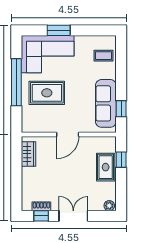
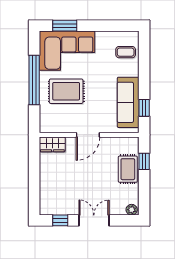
window: (59, 30) -> (65, 26), moved
wardrobe: (29, 154) -> (52, 144), moved, turned 90
shoe rack: (41, 206) -> (60, 210), removed

